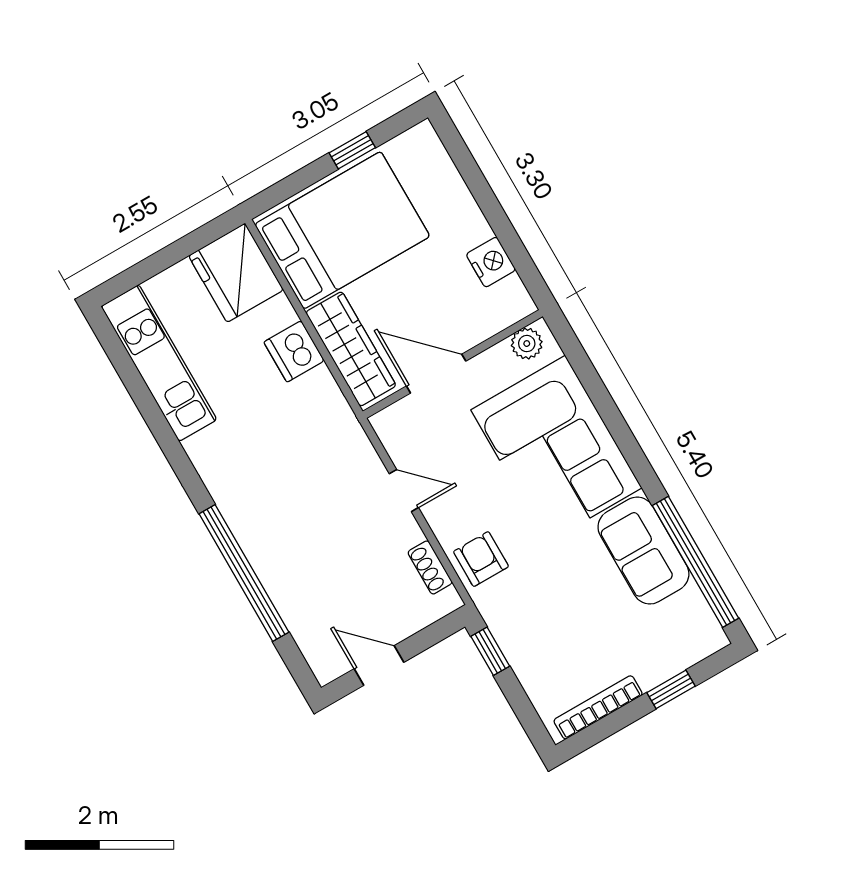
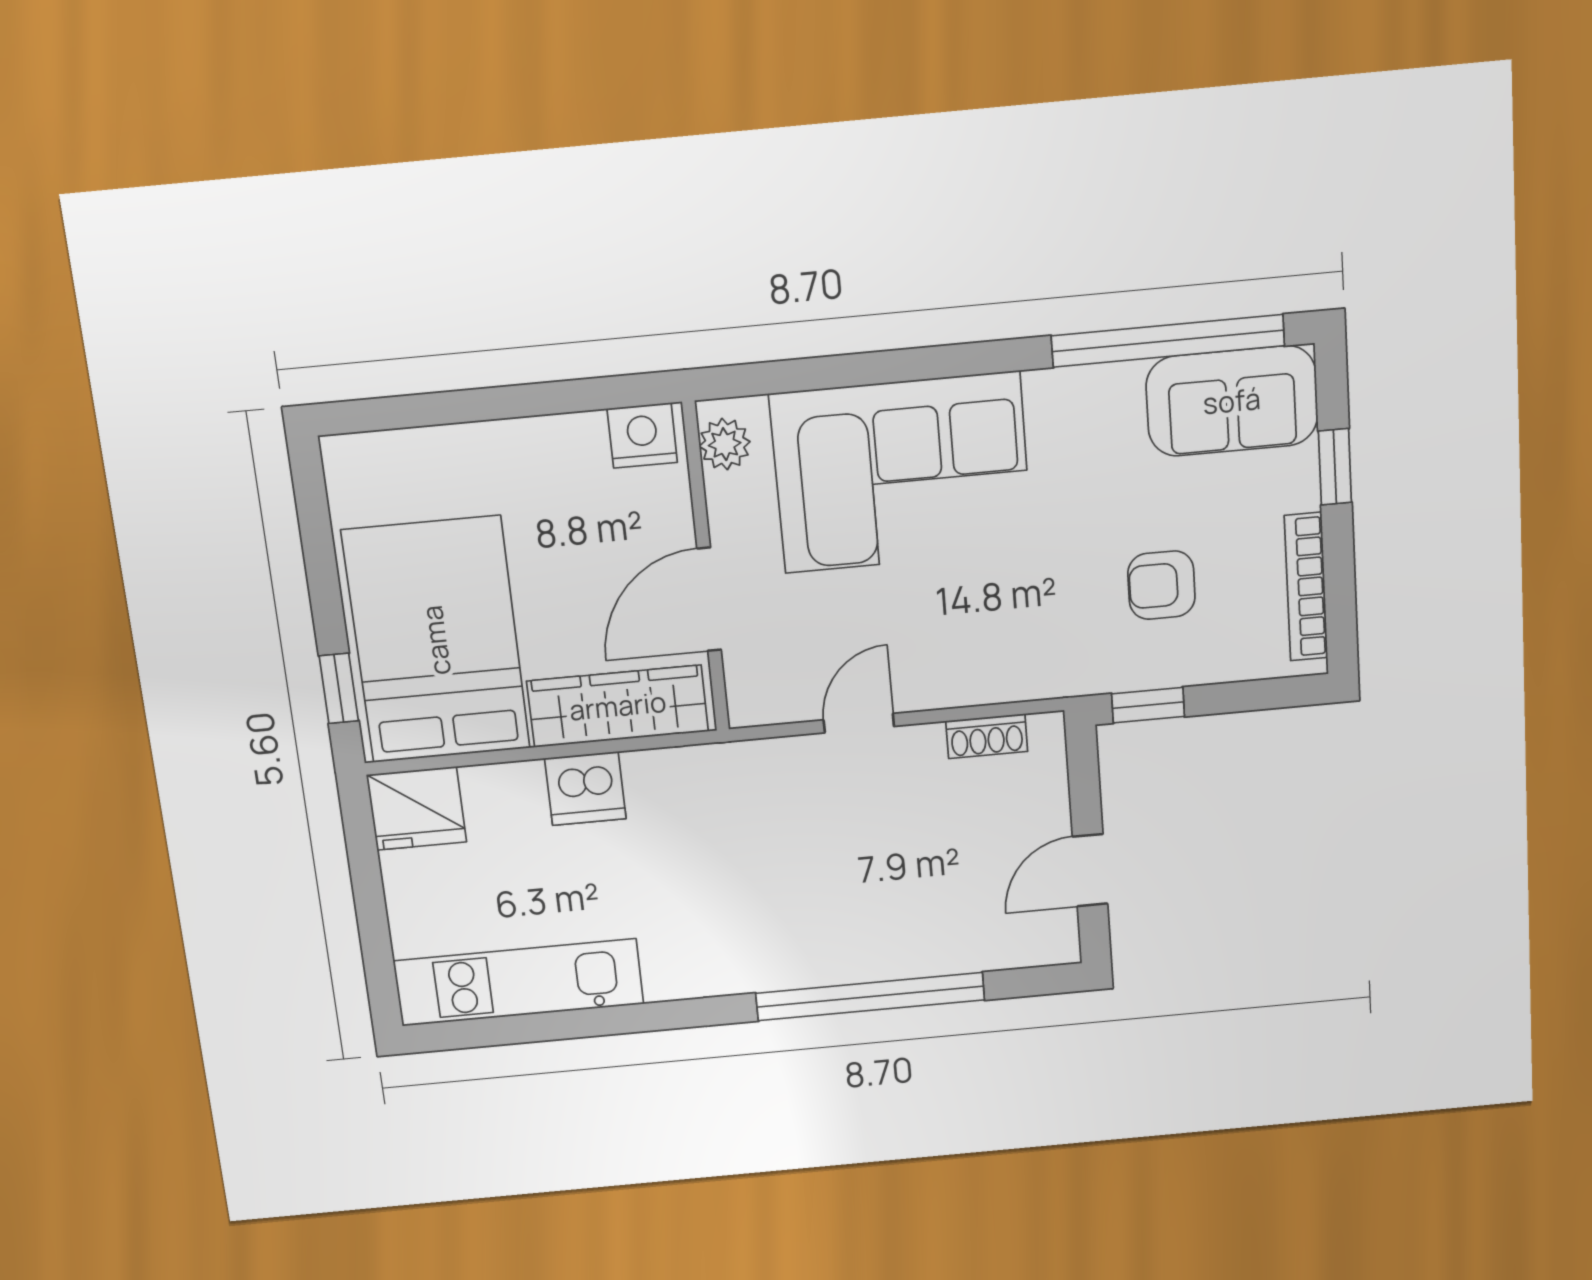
window: (352, 150) -> (339, 688), moved
nightstand: (491, 262) -> (642, 436), moved
fridge: (236, 273) -> (417, 808), width x0.73, depth x0.75
sofa: (643, 551) -> (1232, 401), moved
armchair: (481, 559) -> (1161, 585), moved

